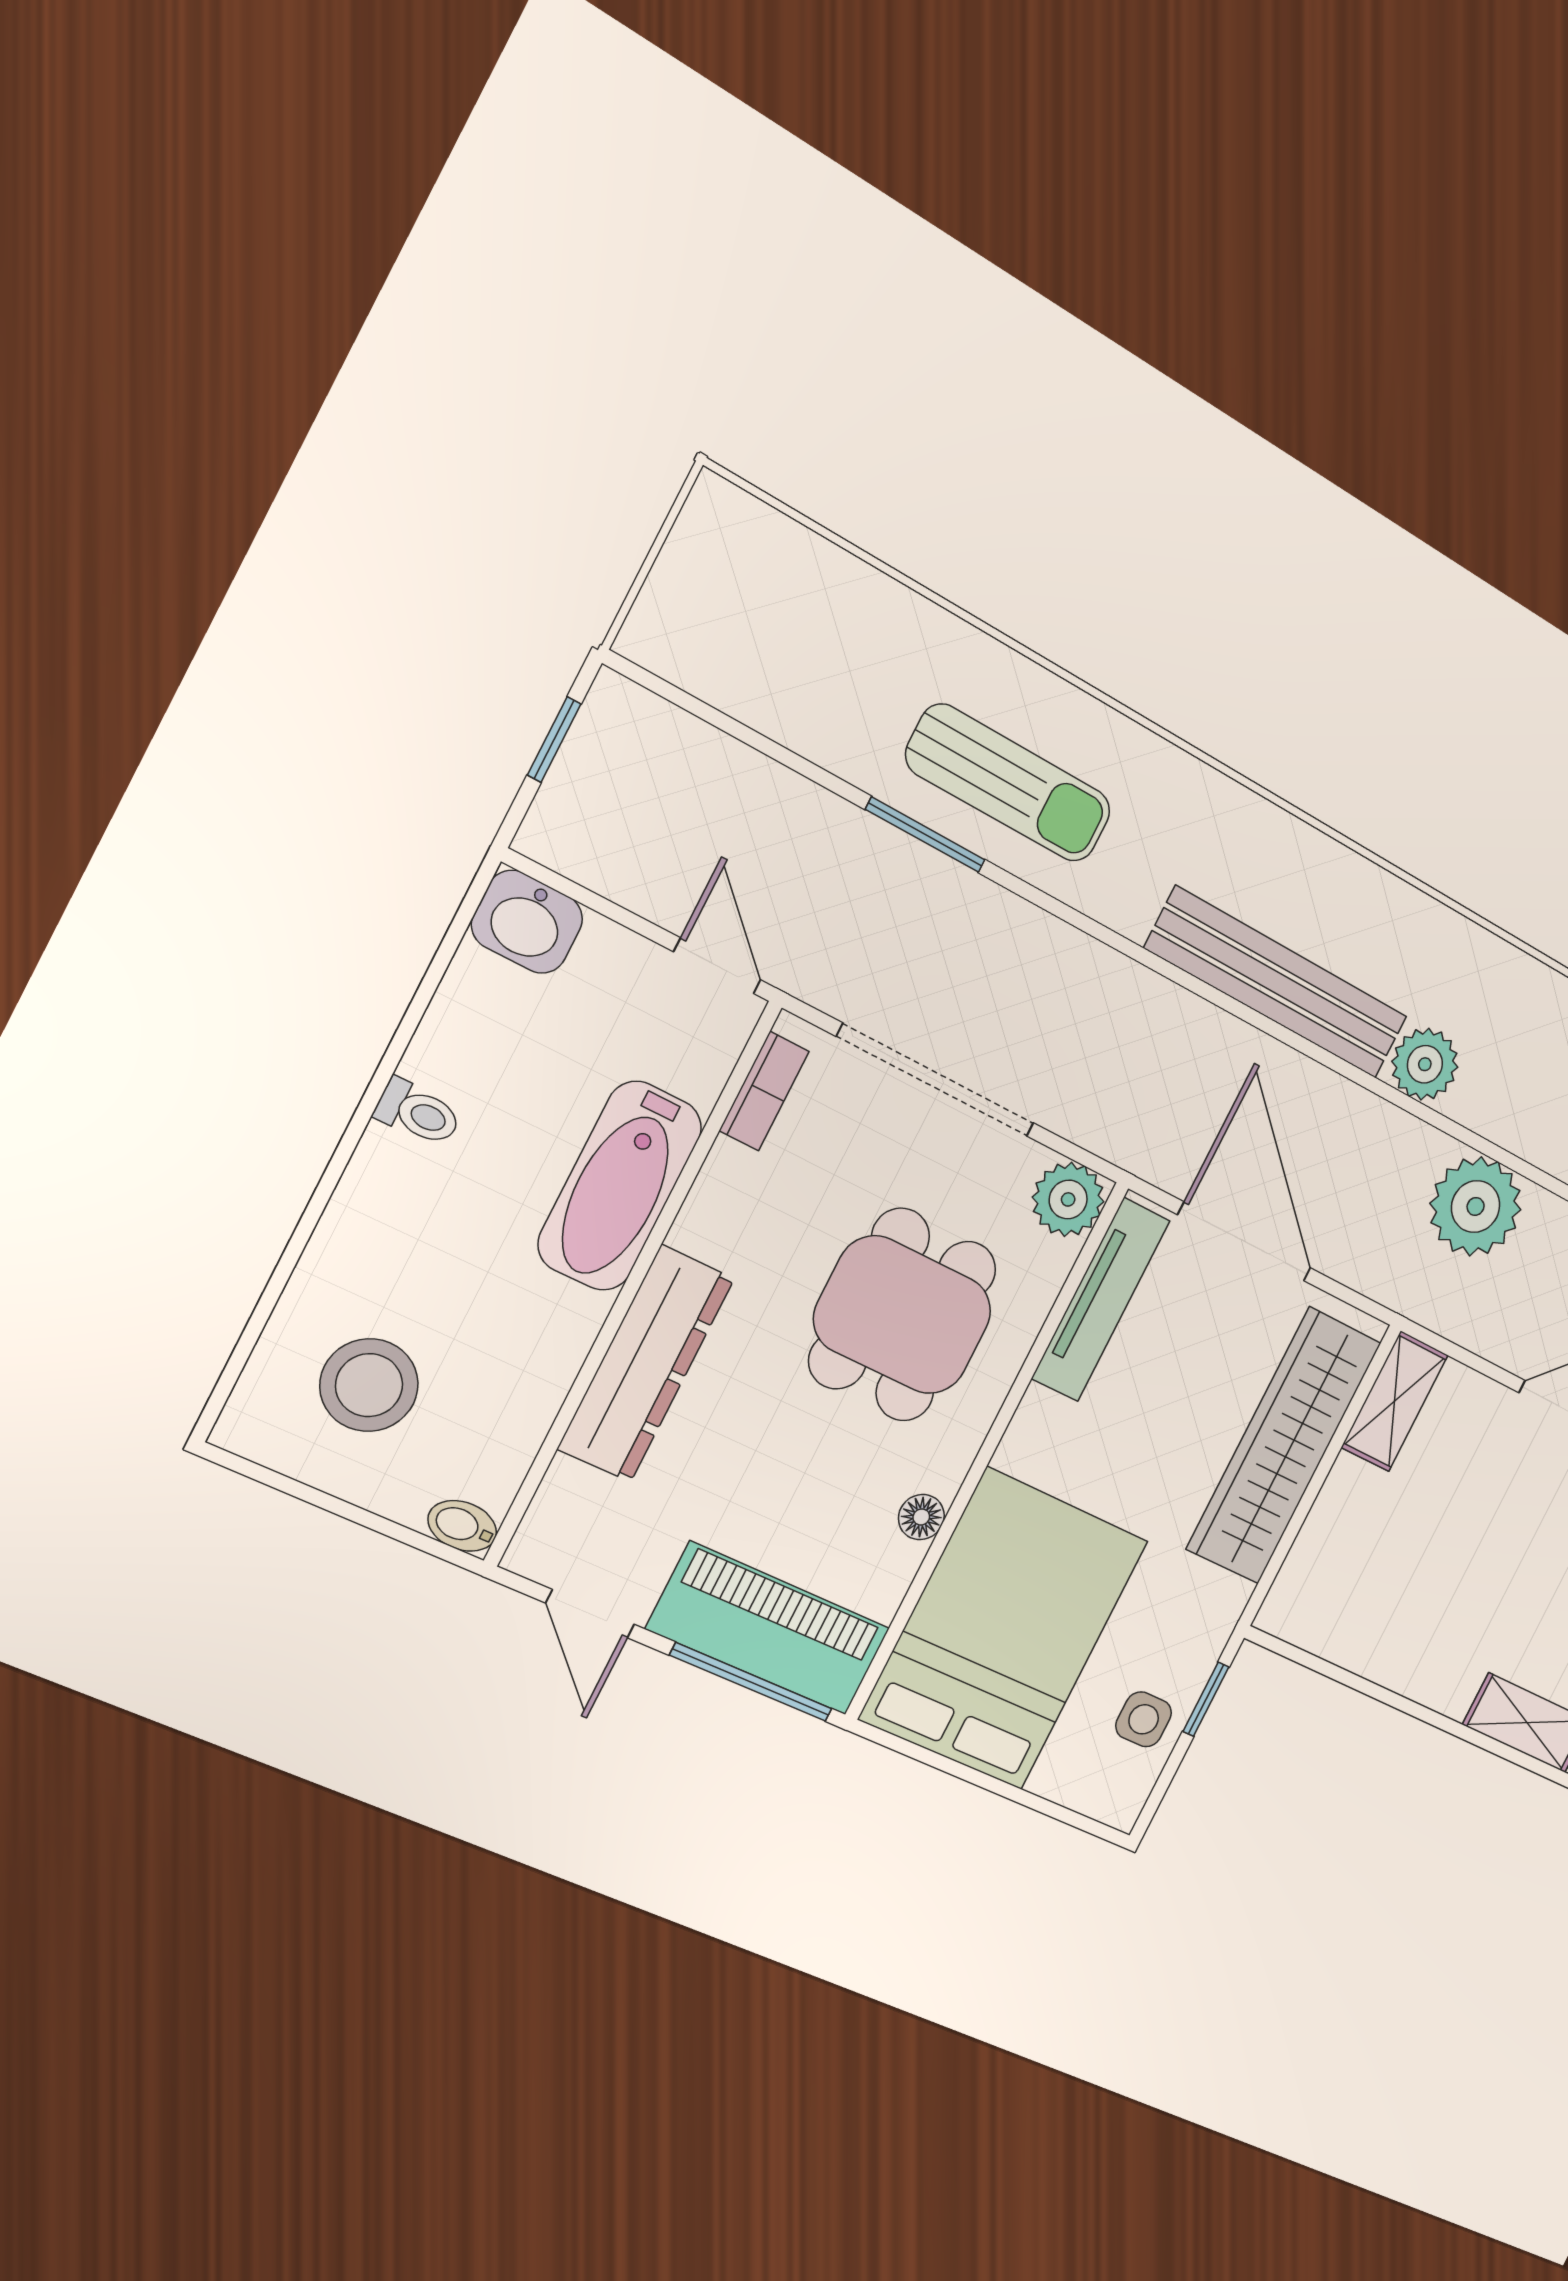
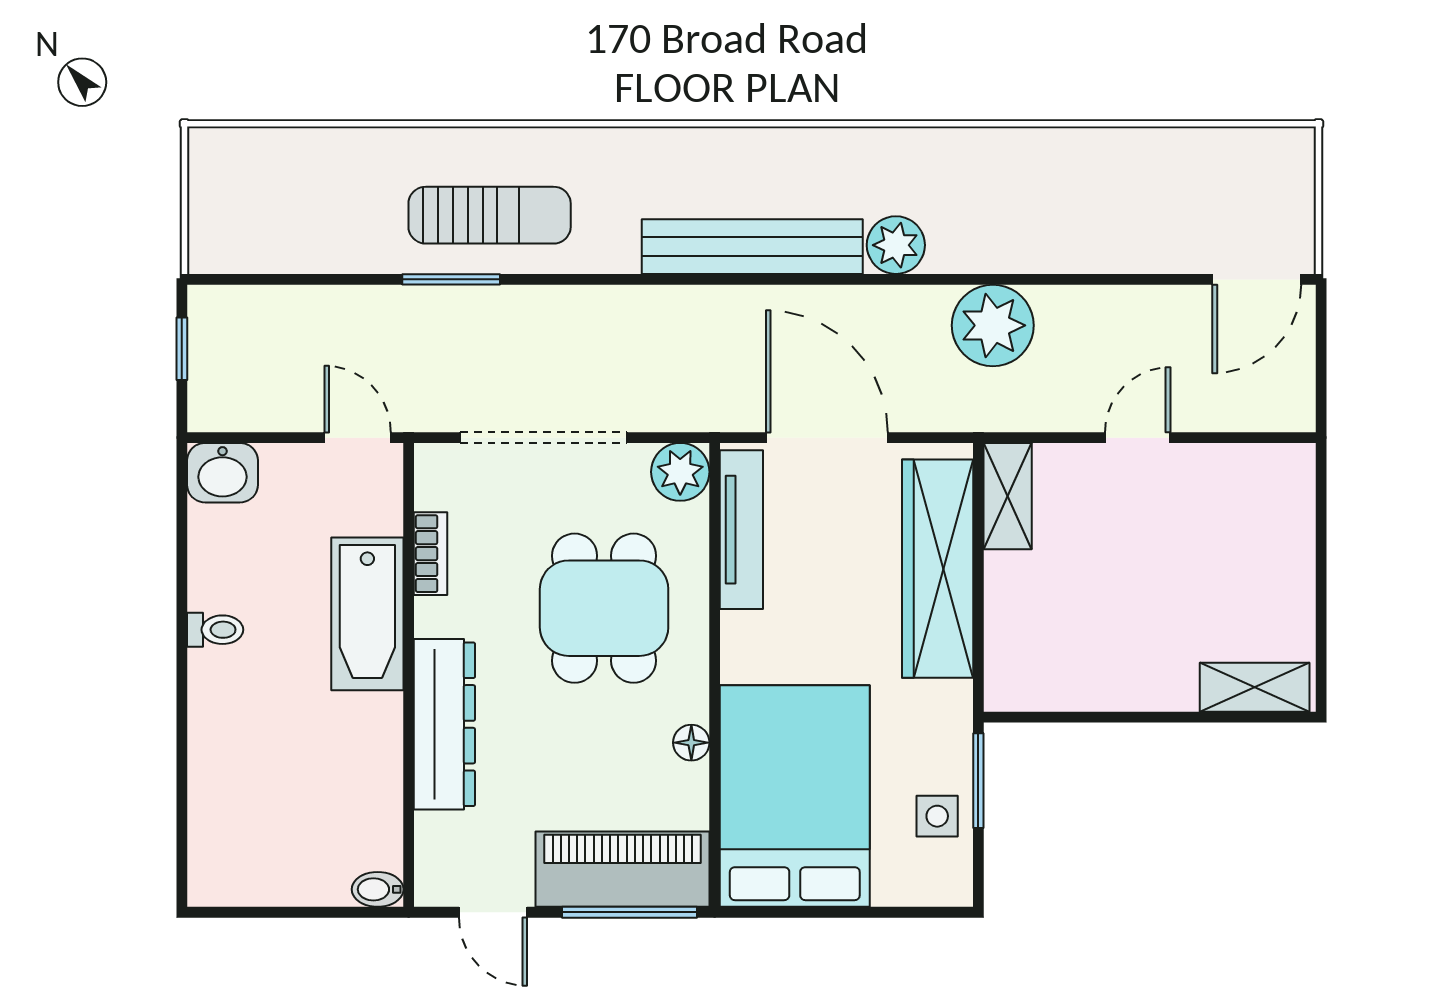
bookcase: (764, 1091) -> (431, 554), moved
stool: (369, 1385) -> (271, 822), removed
window: (1206, 1699) -> (978, 781), width x1.50

